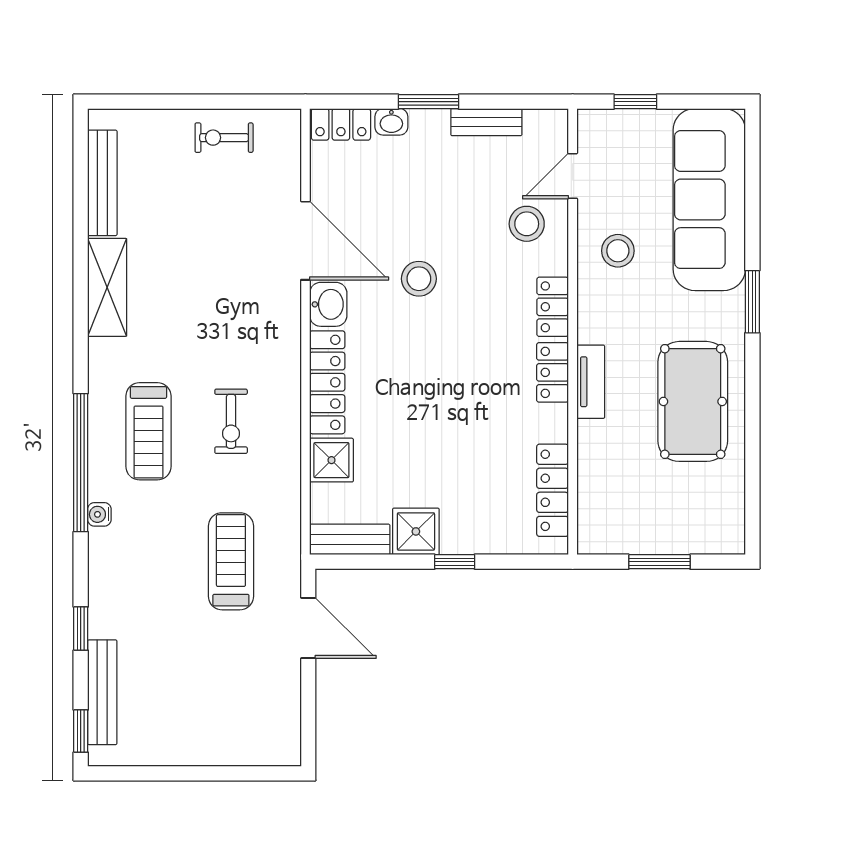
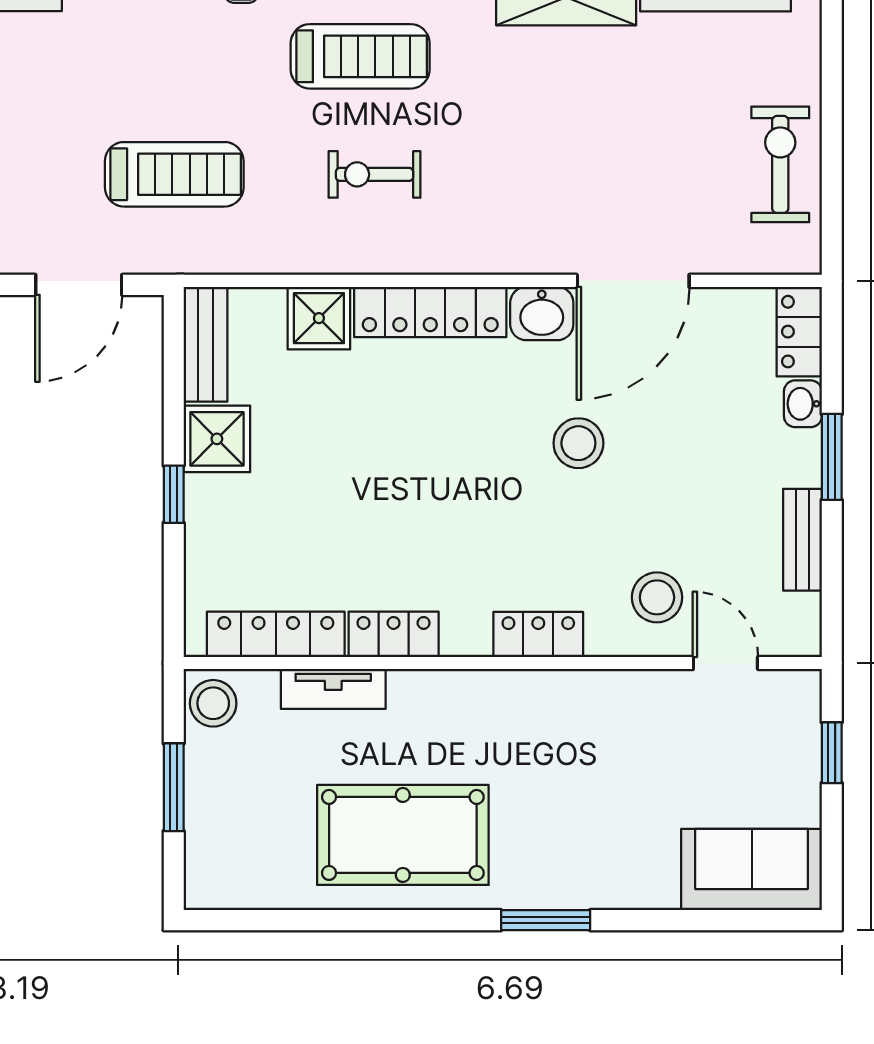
exercise bike: (224, 138) -> (780, 164), width x1.38, depth x1.39
sofa: (709, 200) -> (752, 870), width x0.54, depth x0.79
stool: (618, 251) -> (213, 703), moved
locker: (553, 372) -> (394, 634), moved
tv unit: (591, 382) -> (333, 689), moved
treadmill: (148, 431) -> (360, 56), turned 180

